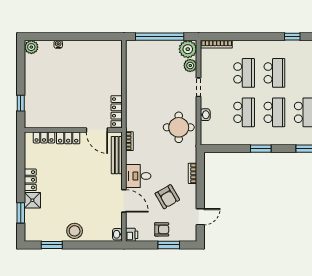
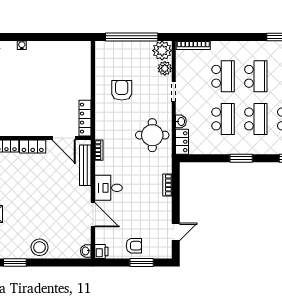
locker: (206, 133) -> (182, 142), added
armchair: (167, 197) -> (122, 90), moved, turned -150

